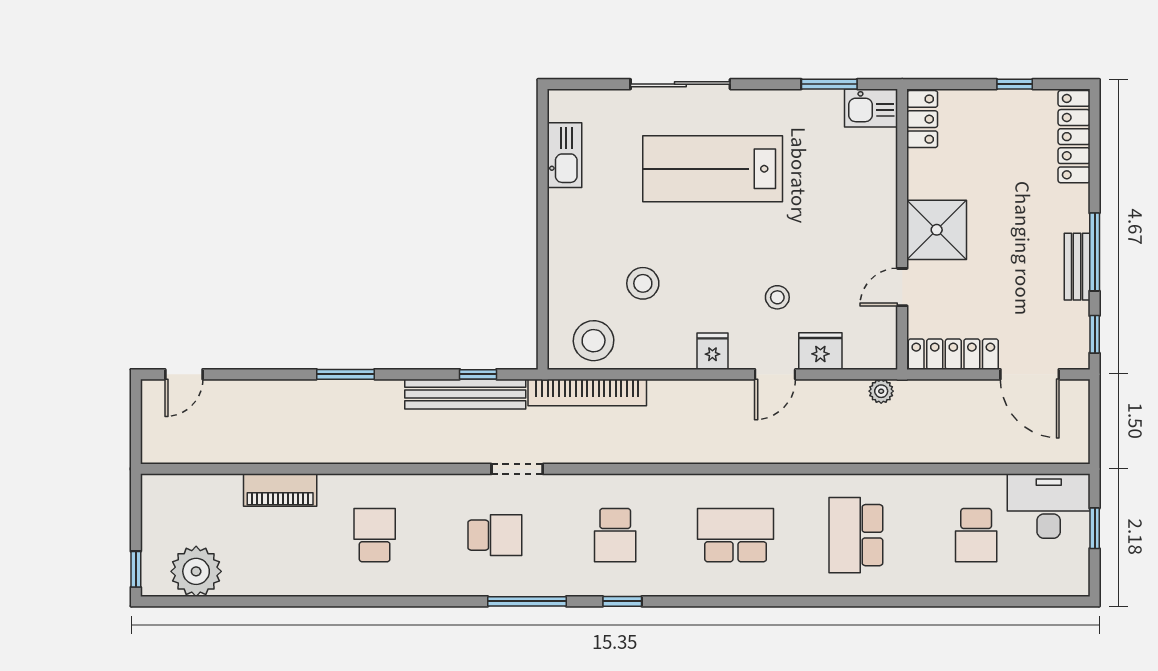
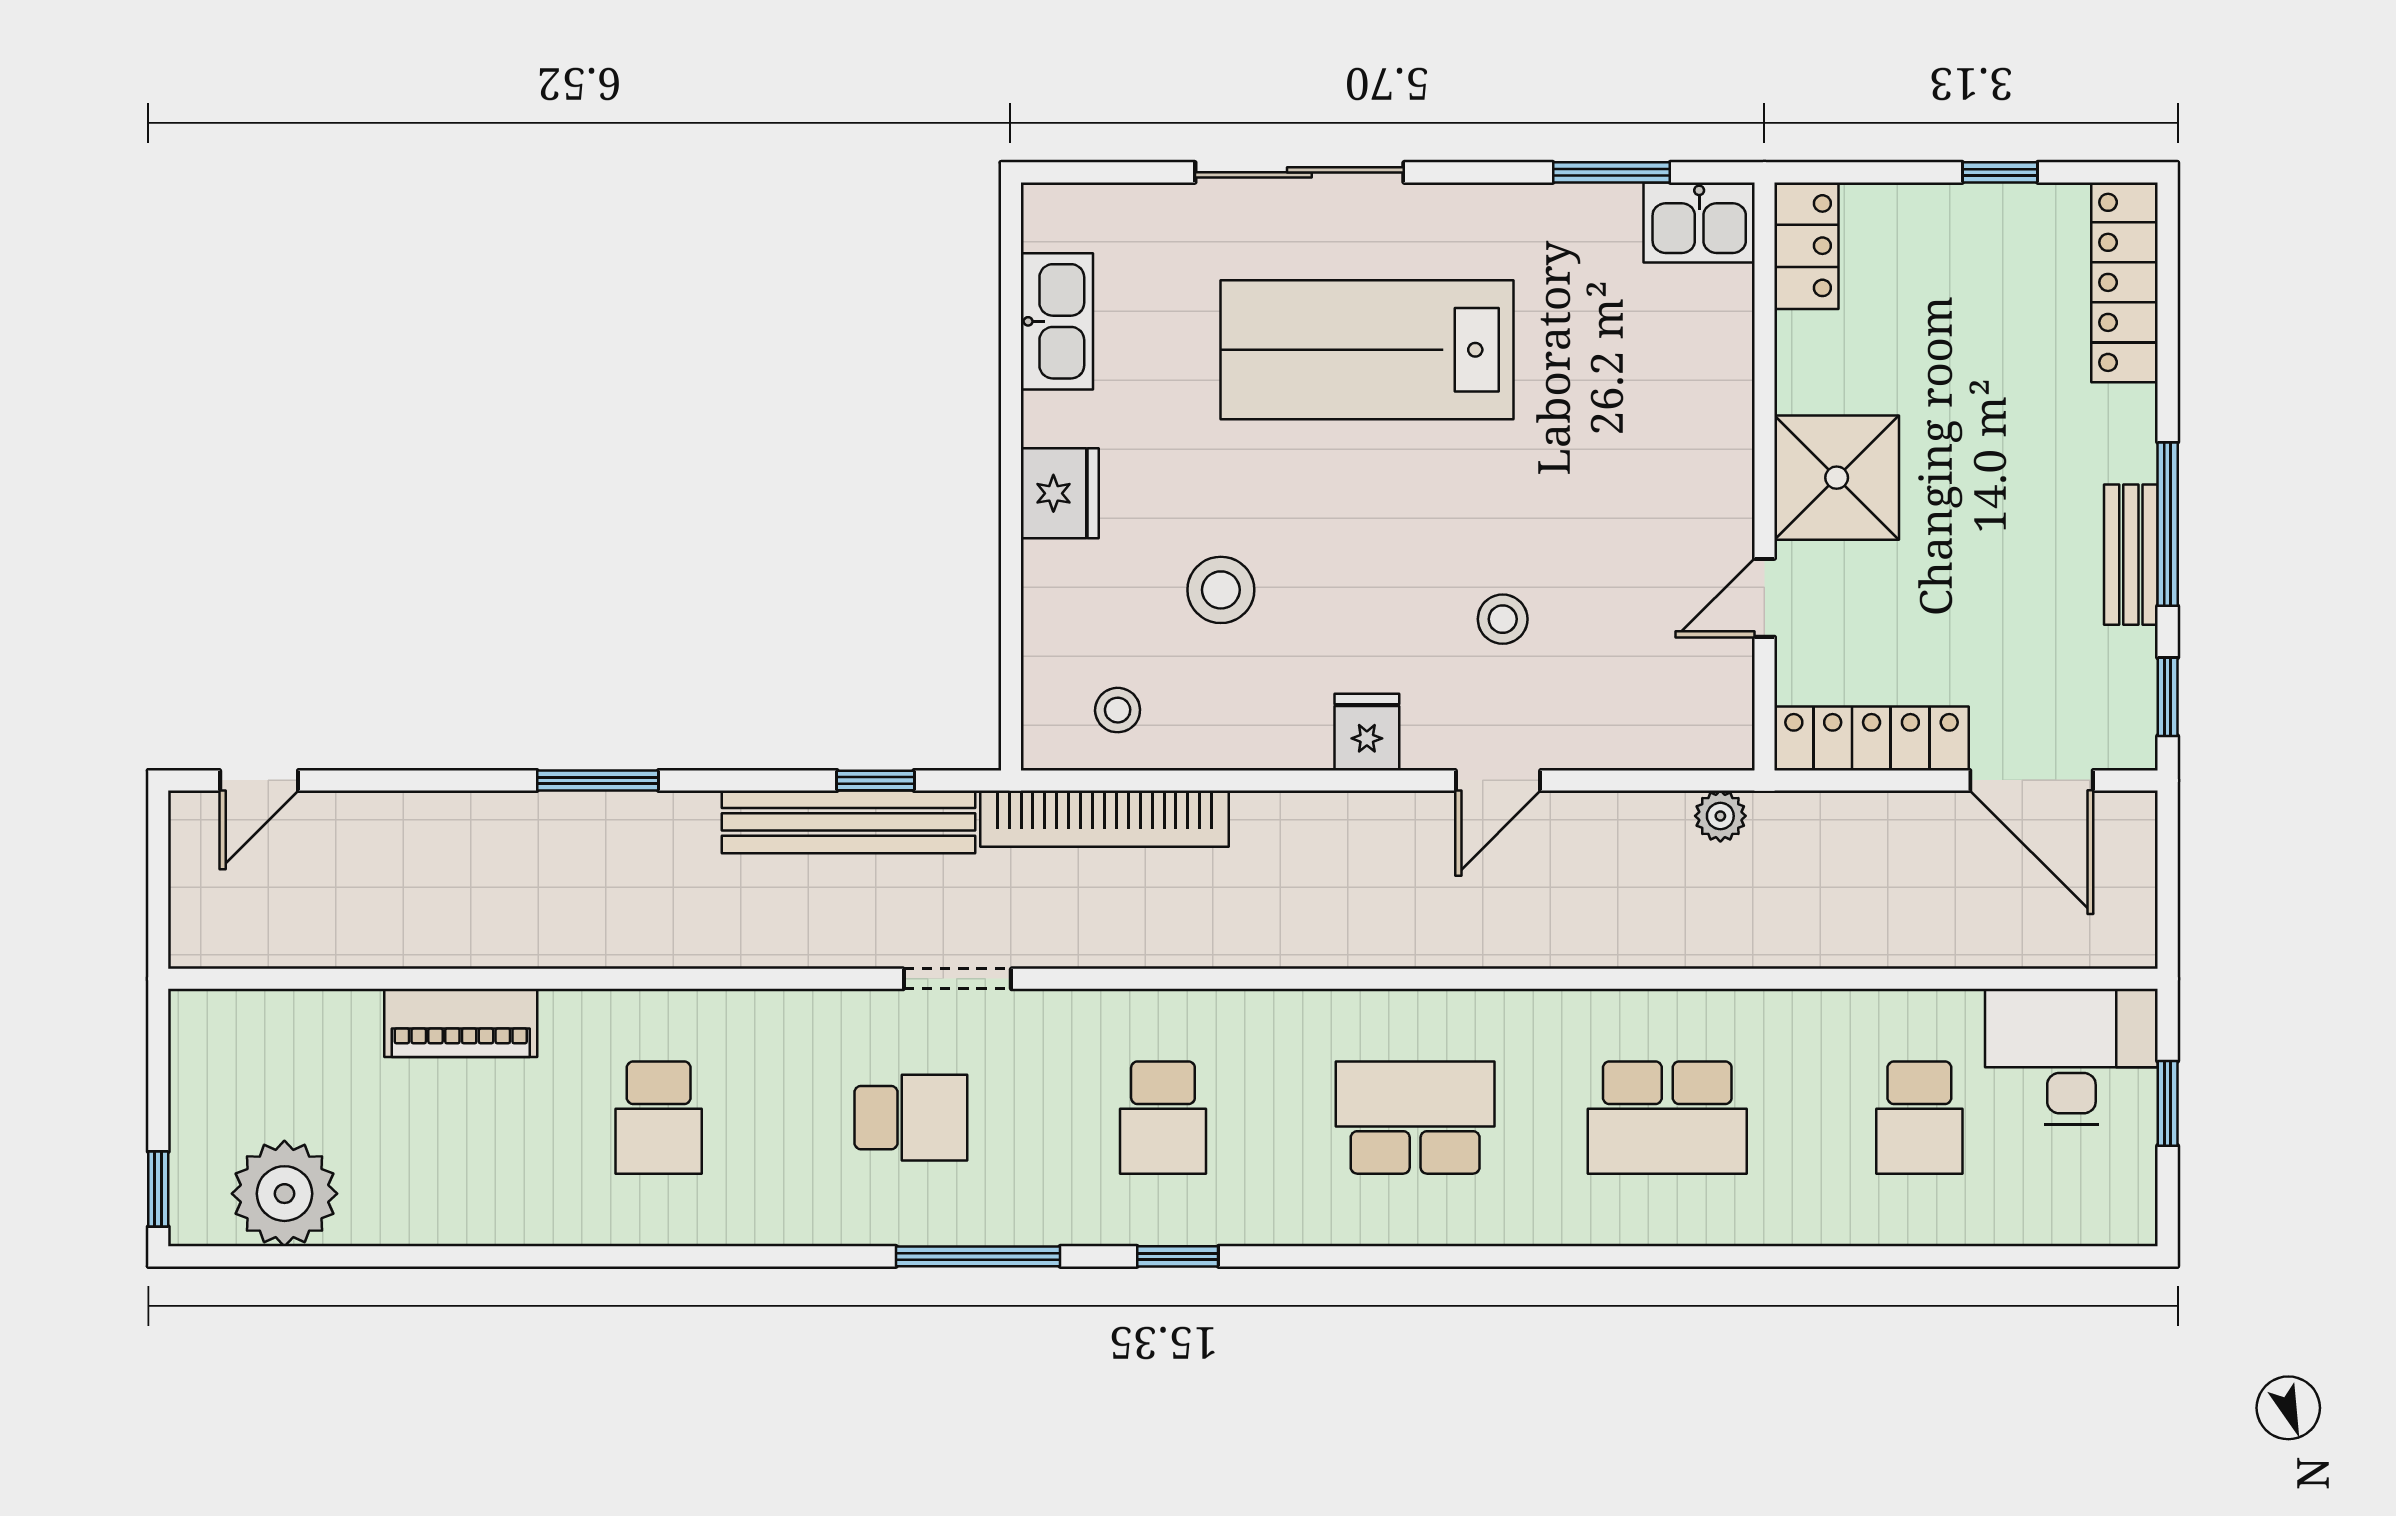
stool: (594, 341) -> (1118, 710), width x0.53, depth x0.53
fridge: (820, 351) -> (1060, 493), moved, turned 90
school desk: (375, 535) -> (659, 1118), turned 180
school desk: (856, 535) -> (1667, 1118), turned -90

